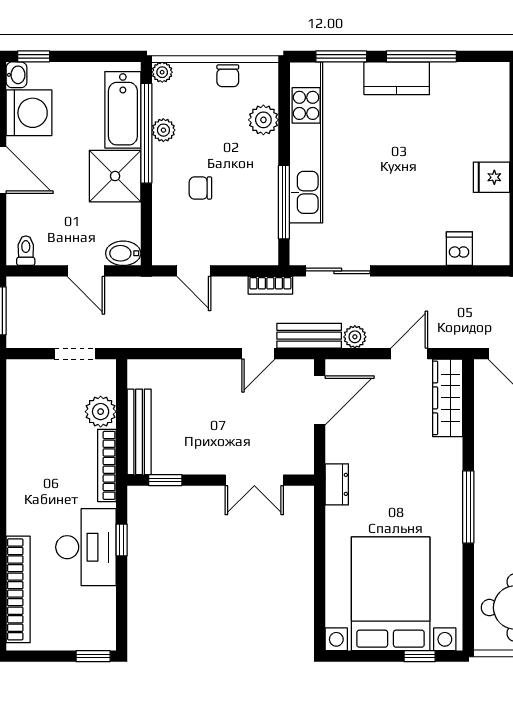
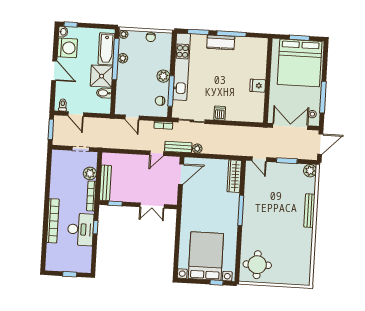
plant: (263, 120) -> (163, 76), moved
chair: (200, 188) -> (160, 101), moved
dishwasher: (459, 249) -> (220, 113), moved
bidet: (123, 253) -> (104, 93), moved
door: (86, 271) -> (76, 114), moved
door: (409, 354) -> (219, 157), removed
dresser: (337, 484) -> (186, 209), removed
window: (468, 507) -> (241, 210), moved
bookcase: (18, 589) -> (53, 221), moved
window: (93, 656) -> (70, 274), moved

